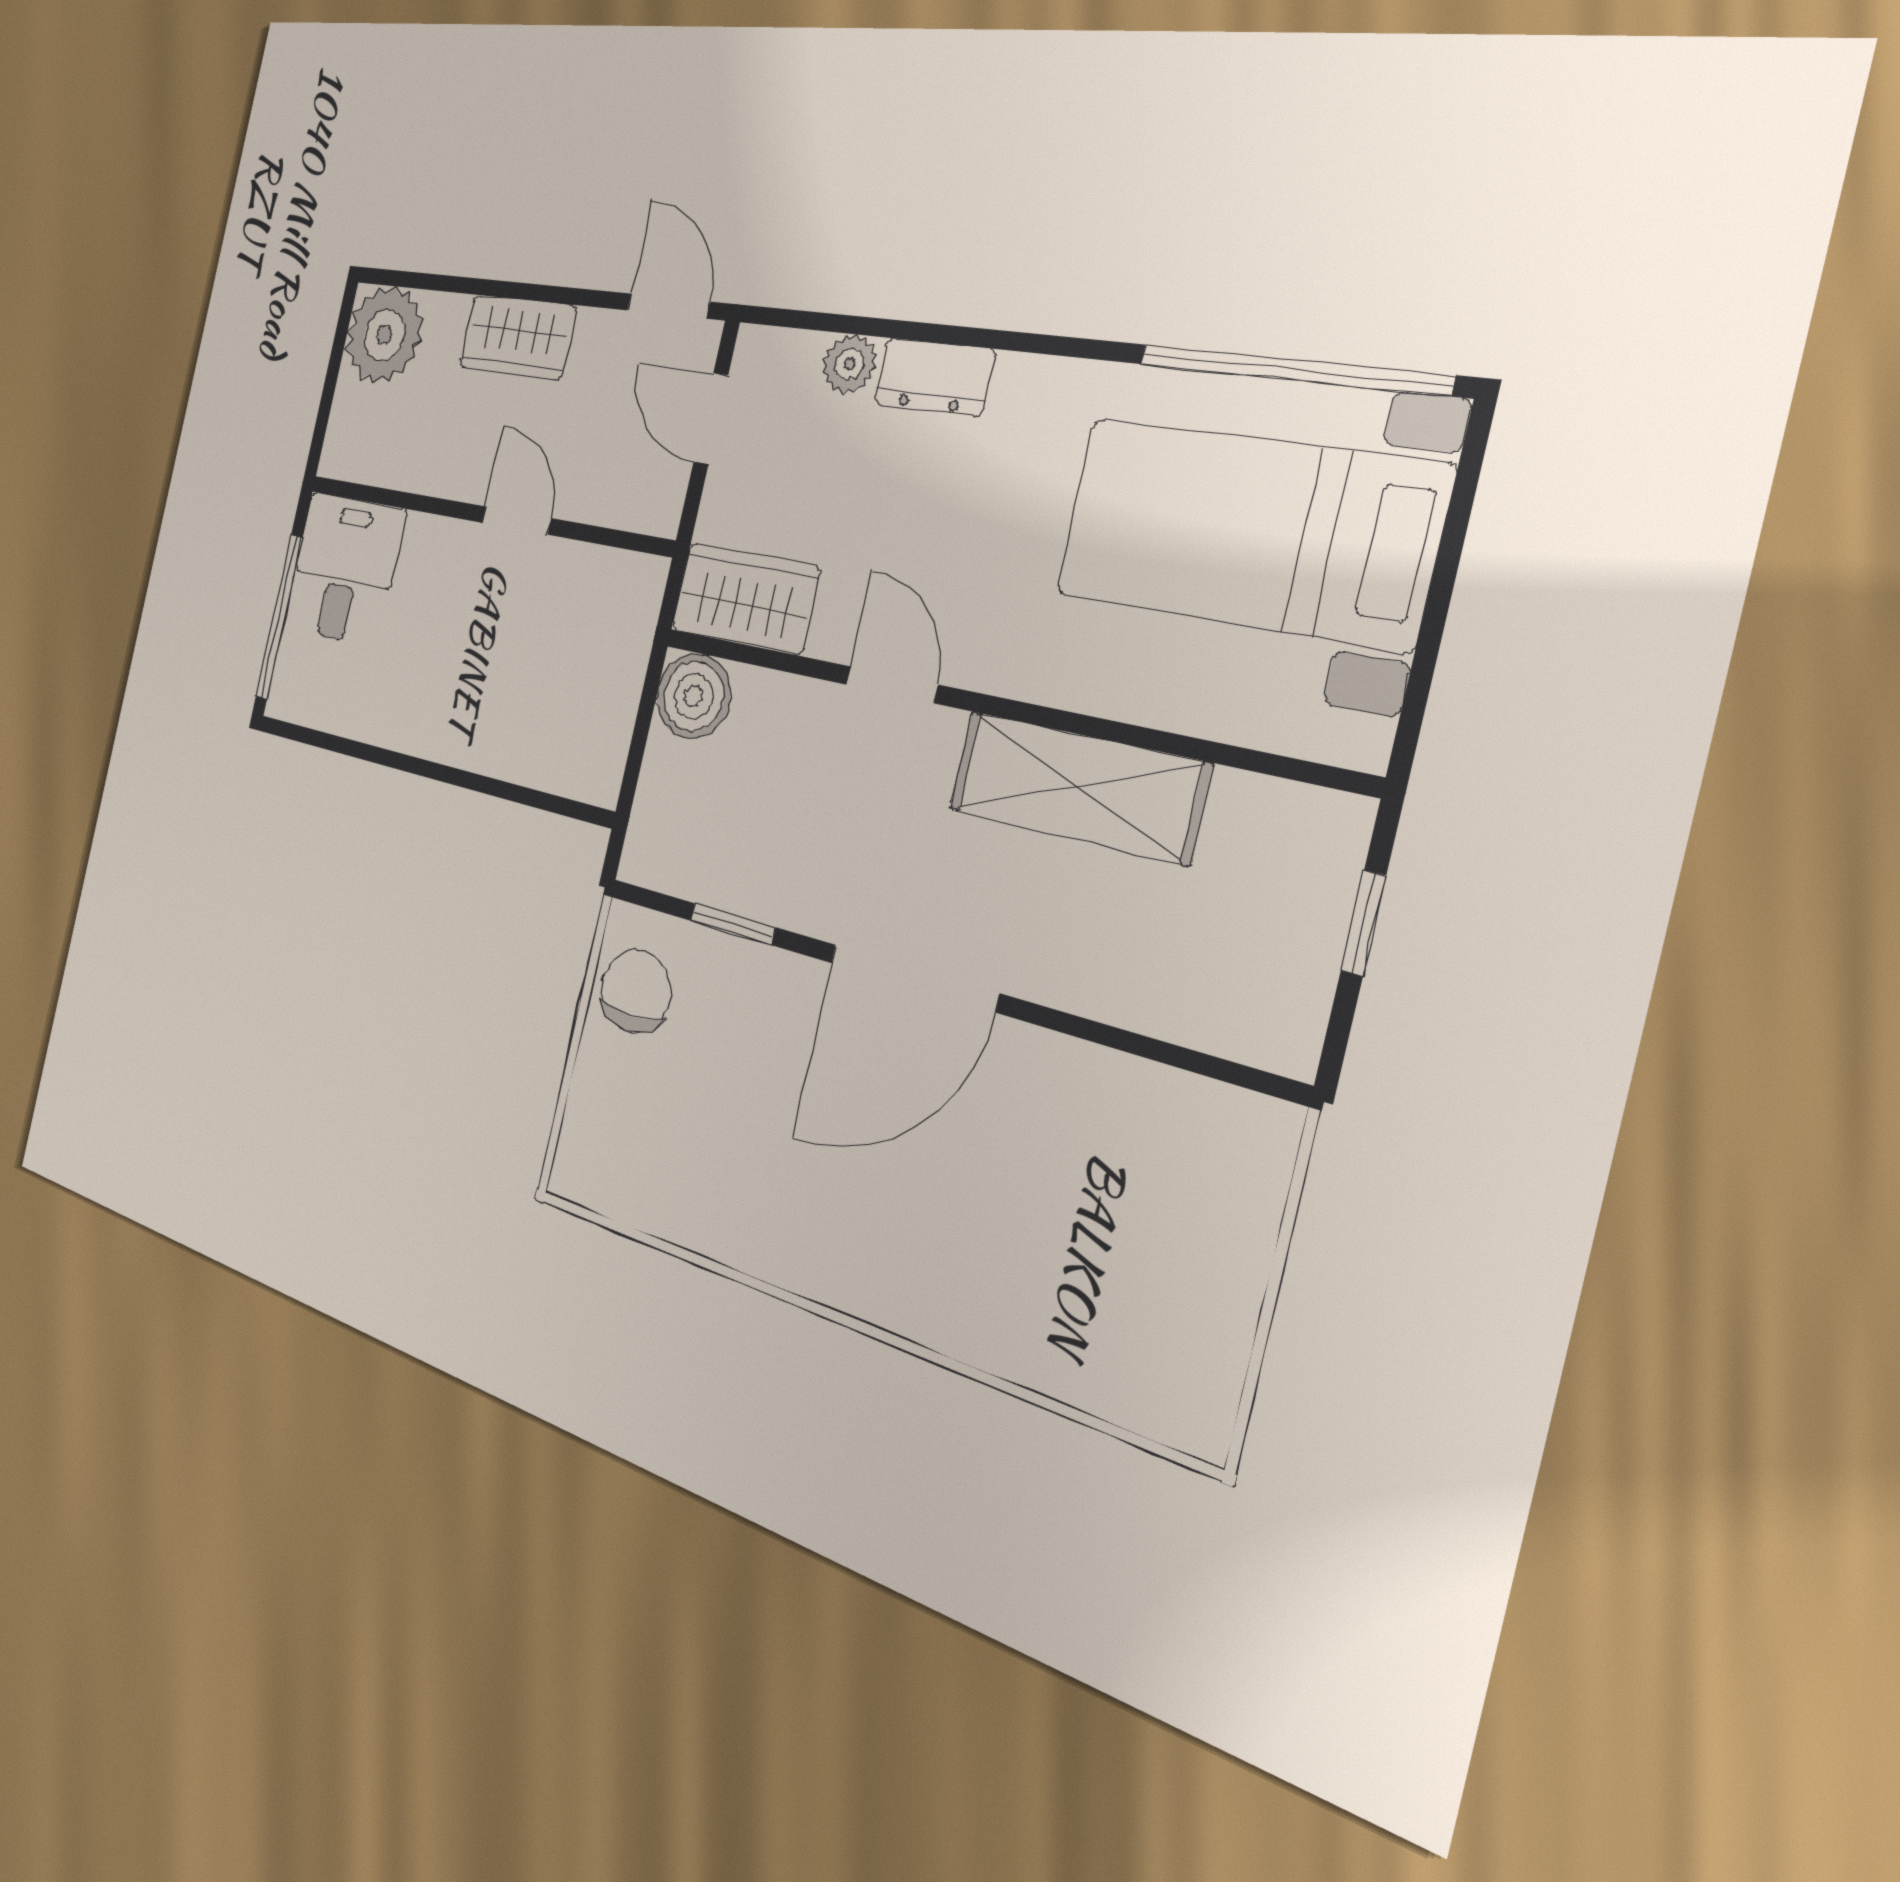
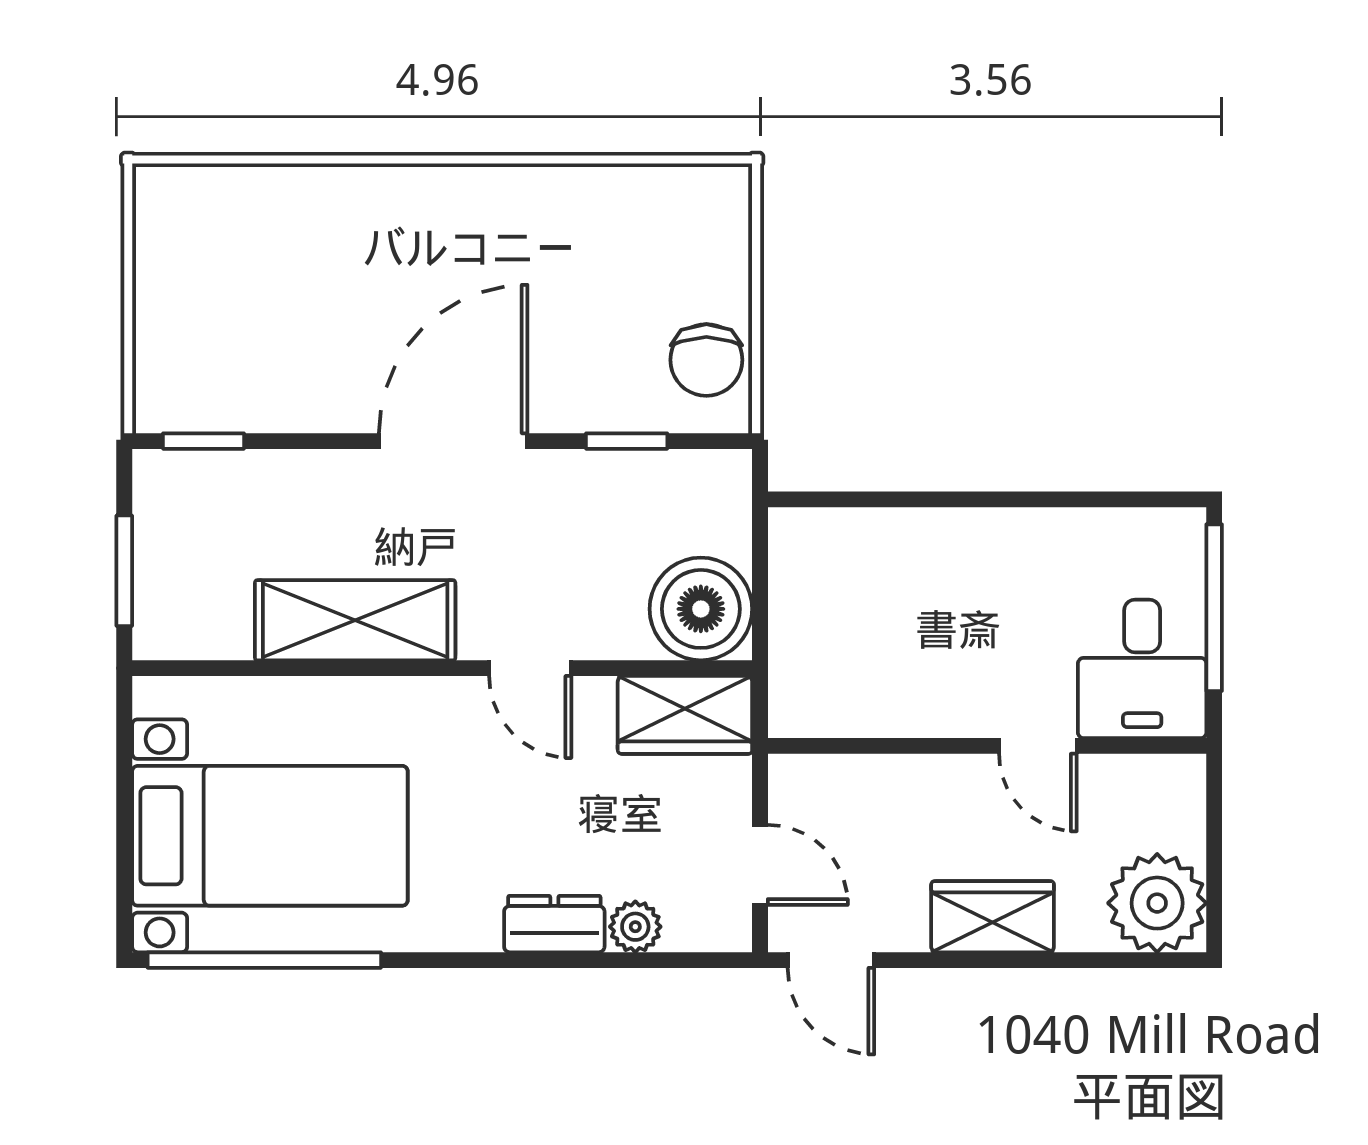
door: (517, 521) -> (1038, 746), moved
boiler: (694, 696) -> (701, 609), width x1.37, depth x1.37
window: (1363, 923) -> (124, 571), width x1.50
window: (1215, 1068) -> (203, 441), added

